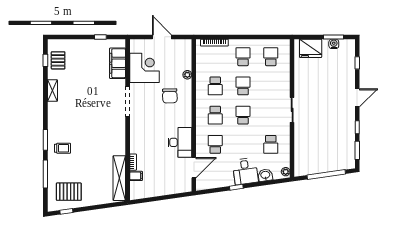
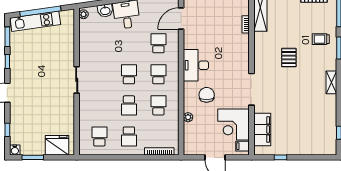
water cooler: (334, 44) -> (15, 150), moved
school desk: (271, 57) -> (99, 136), turned 180
pallet: (58, 60) -> (289, 58), moved
shelving: (52, 91) -> (331, 82), moved
school desk: (243, 115) -> (129, 74), turned 180
desk: (180, 142) -> (196, 65), moved
school desk: (215, 144) -> (158, 43), turned 180
school desk: (271, 144) -> (99, 43), removed
kitchen unit: (331, 165) -> (35, 21), added
filing cabinet: (136, 176) -> (243, 146), moved

